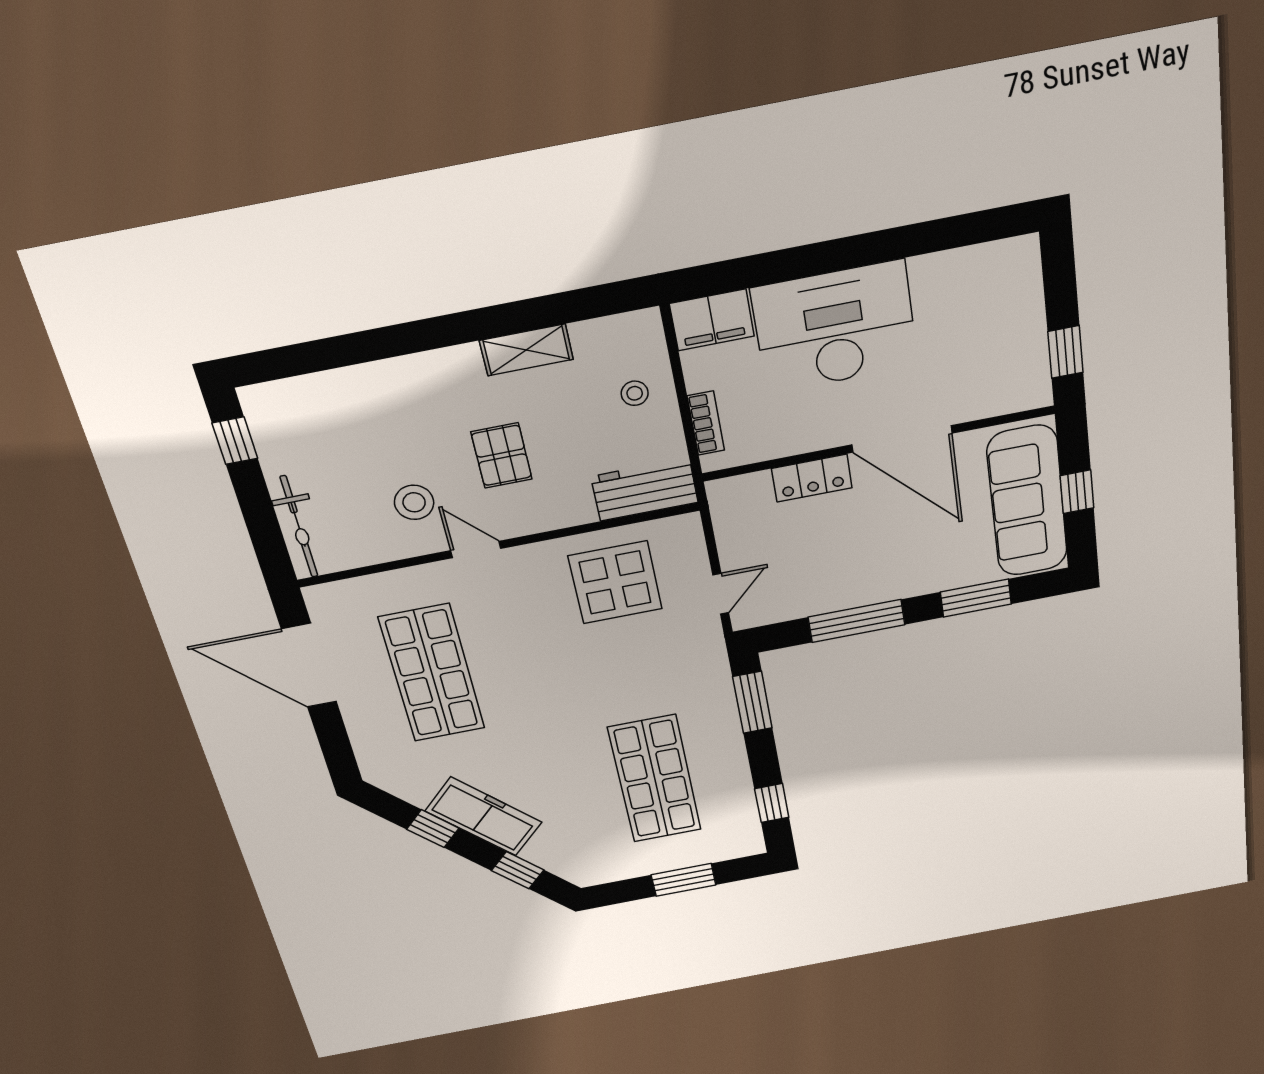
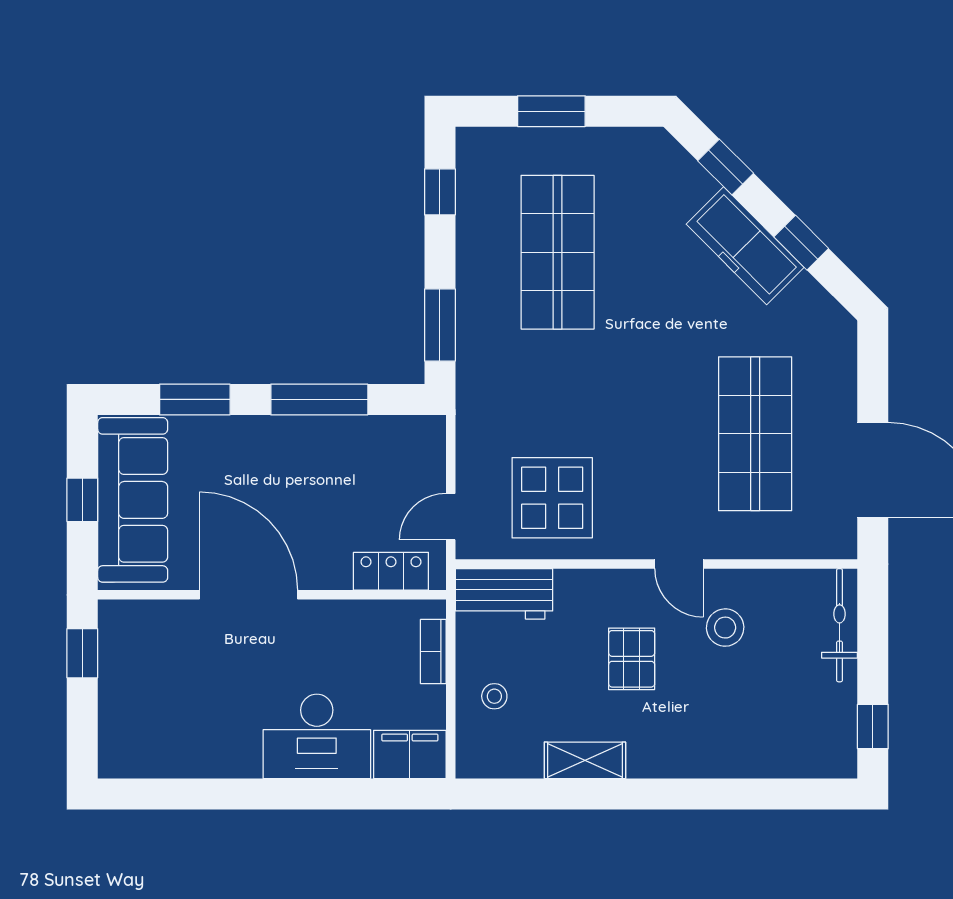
desk: (835, 327) -> (317, 736), width x0.73, depth x0.77
locker: (812, 478) -> (391, 571), moved
door: (721, 594) -> (451, 517), moved

